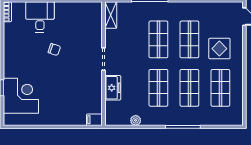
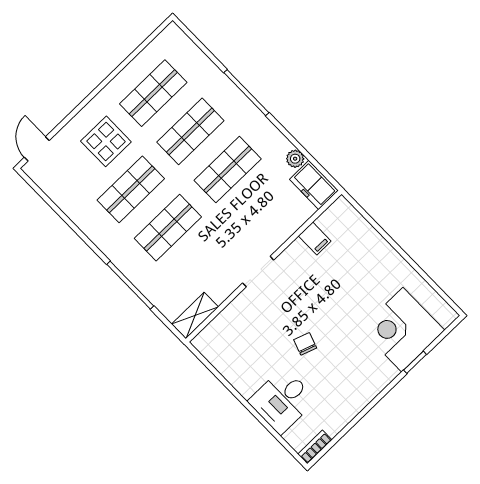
freezer: (113, 88) -> (314, 185), moved, turned -90
filing cabinet: (94, 120) -> (315, 239), moved

